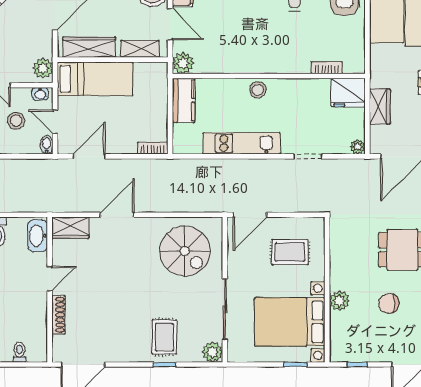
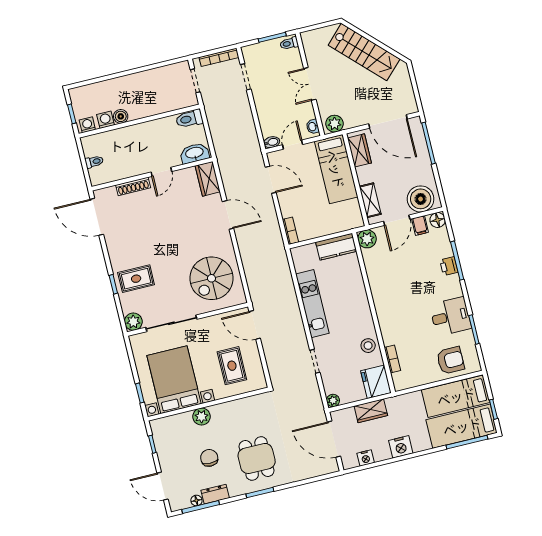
wardrobe: (89, 47) -> (359, 150), width x0.67
stool: (258, 90) -> (368, 346), moved
stool: (16, 121) -> (285, 112), removed
door: (50, 279) -> (161, 172), hinge flipped

